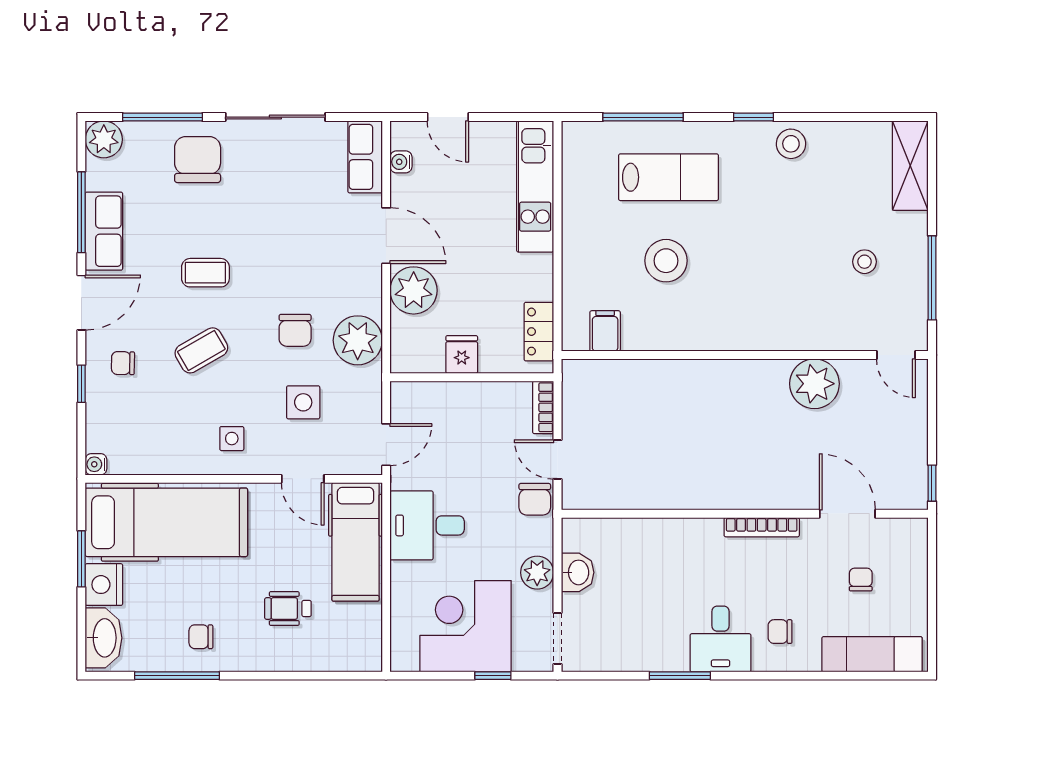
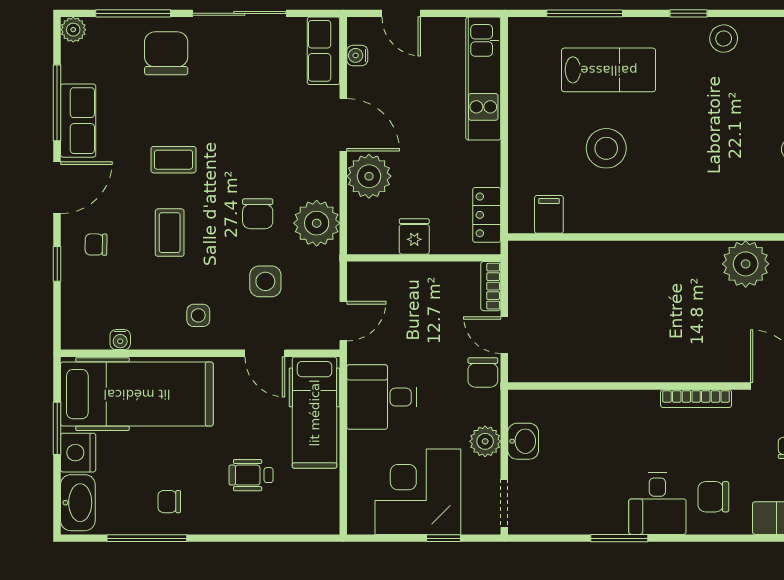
plant: (104, 139) -> (73, 30), width x0.73, depth x0.73
coffee table: (201, 350) -> (170, 233), turned -60
water cooler: (96, 464) -> (120, 340), moved, turned -90
chair: (780, 632) -> (713, 497), width x1.37, depth x1.37

